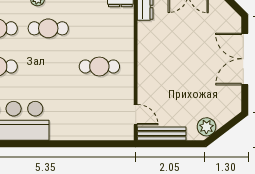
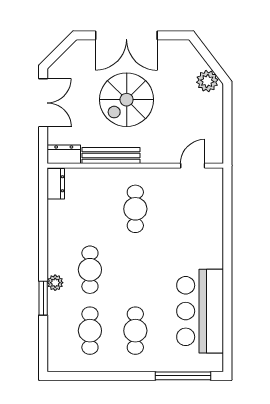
spiral stairs: (191, 59) -> (127, 100), added
bench: (162, 134) -> (111, 155), moved, turned 90

